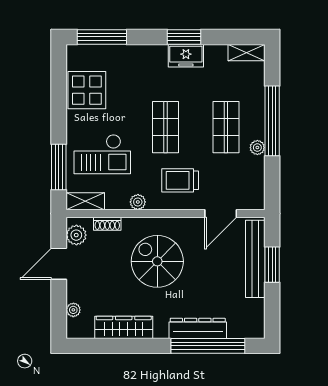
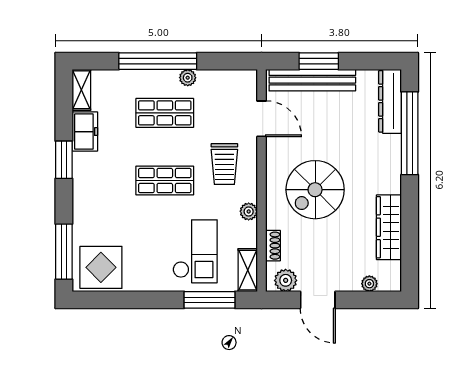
freezer: (186, 56) -> (85, 132), moved
display table: (87, 90) -> (101, 267), moved
dresser: (198, 328) -> (390, 101), moved

